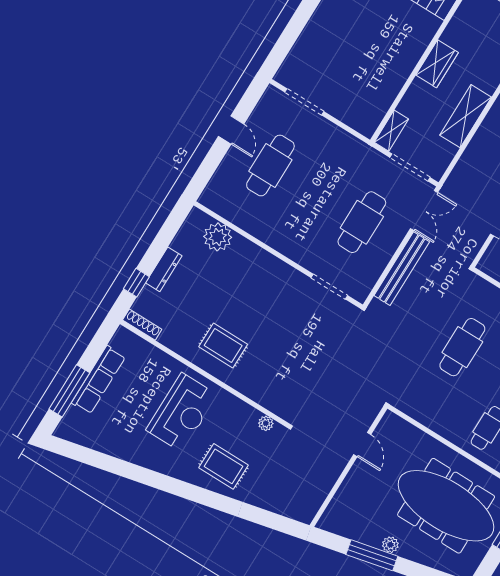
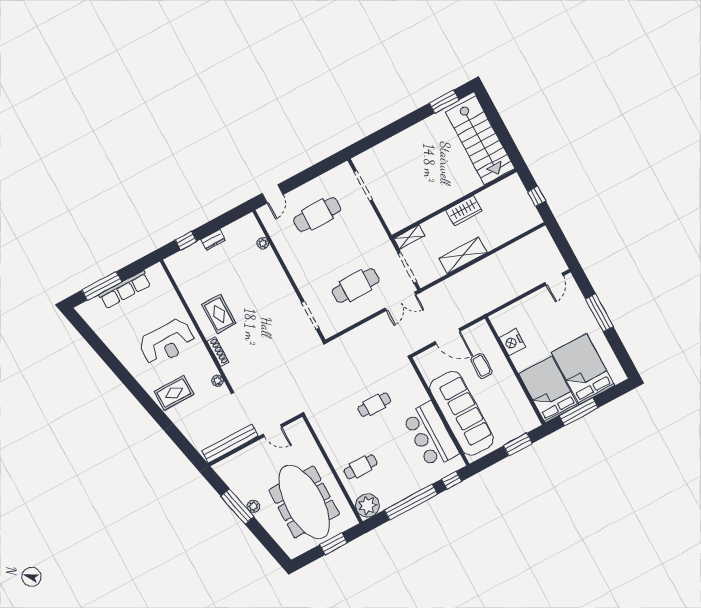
door: (231, 130) -> (273, 194), moved
plant: (218, 237) -> (263, 243), width x0.53, depth x0.53
dresser: (164, 269) -> (213, 240), width x0.70
bench: (402, 269) -> (230, 444), moved
shoe rack: (142, 325) -> (218, 352), moved
cafe table: (462, 347) -> (374, 405), width x0.73, depth x0.74
door: (362, 445) -> (272, 431), hinge flipped
rug: (224, 466) -> (174, 393), turned 90

